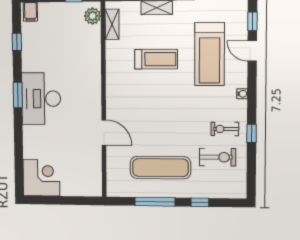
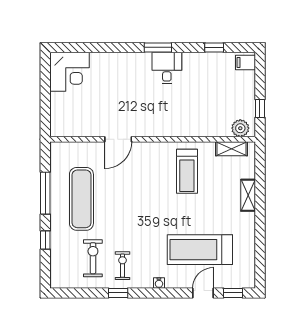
treadmill: (156, 59) -> (187, 171), moved
desk: (41, 99) -> (167, 68), width x0.53, depth x0.77
exercise bike: (218, 157) -> (93, 258), turned 180

